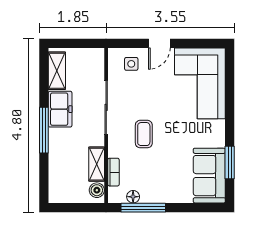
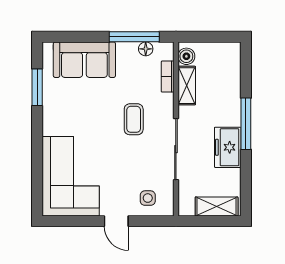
door: (159, 43) -> (116, 221), swing flipped
shelving: (57, 71) -> (217, 207), moved, turned 90
sofa: (209, 176) -> (84, 60), moved, turned 90

